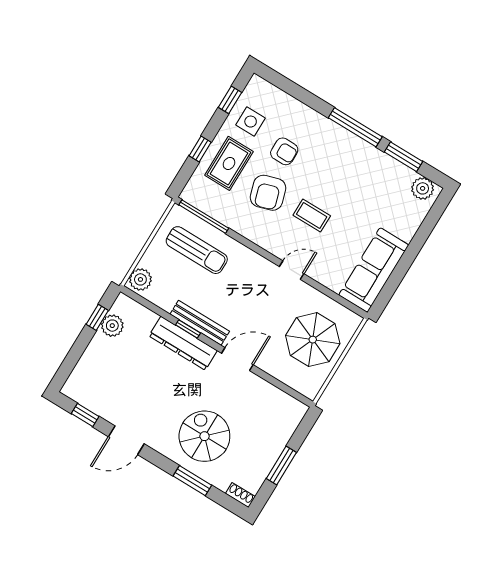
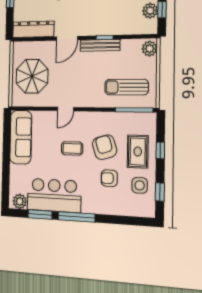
bar counter: (370, 170) -> (54, 195), added
dresser: (183, 343) -> (33, 29), moved

